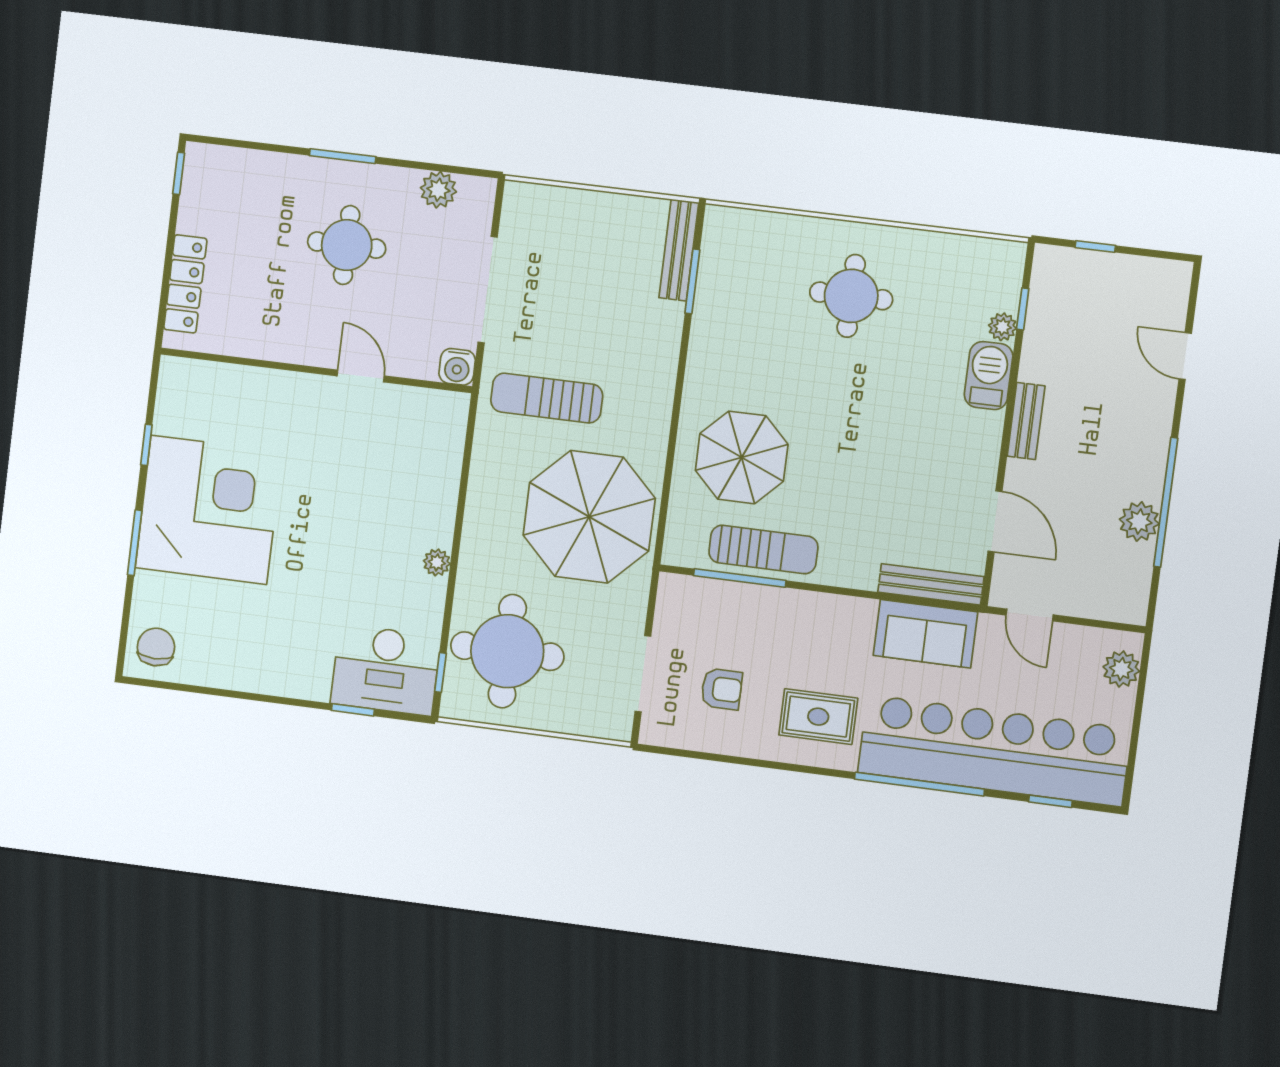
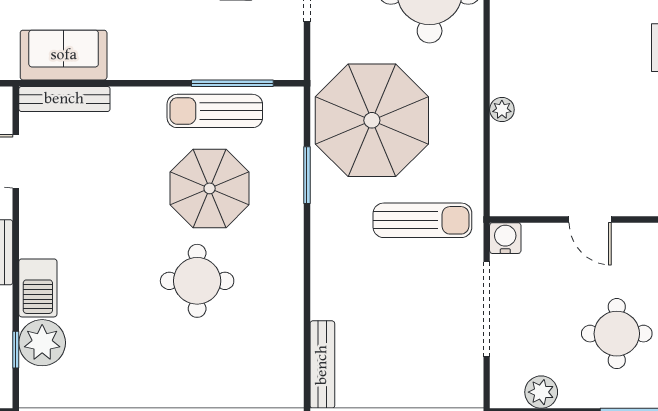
window: (692, 281) -> (307, 175), moved
round table: (851, 296) -> (197, 281), moved
plant: (1002, 327) -> (42, 343), width x1.88, depth x1.88
parasol: (742, 457) -> (210, 188), moved
plant: (437, 562) -> (502, 110), moved

